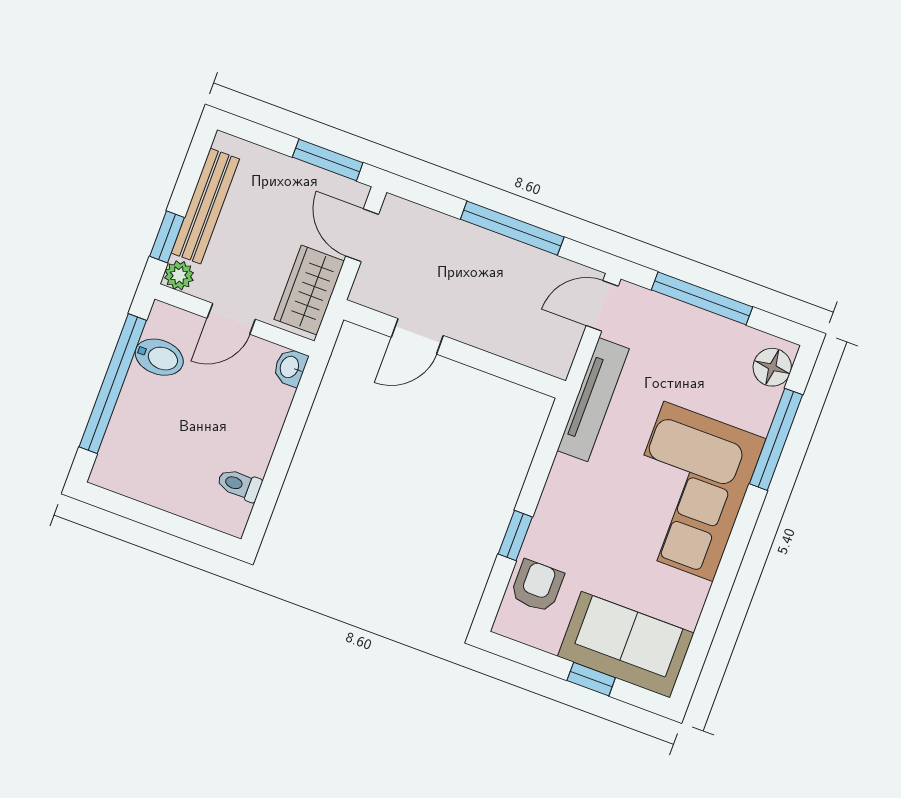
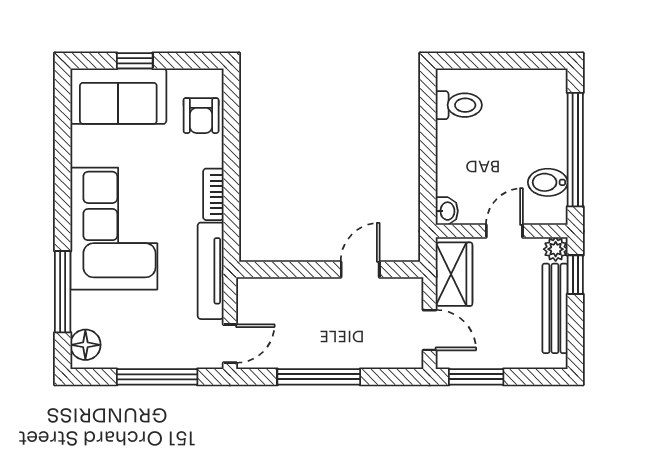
toilet: (239, 485) -> (459, 105), width x1.37, depth x1.39
bookcase: (557, 488) -> (213, 194), added
window: (515, 535) -> (231, 147), removed

